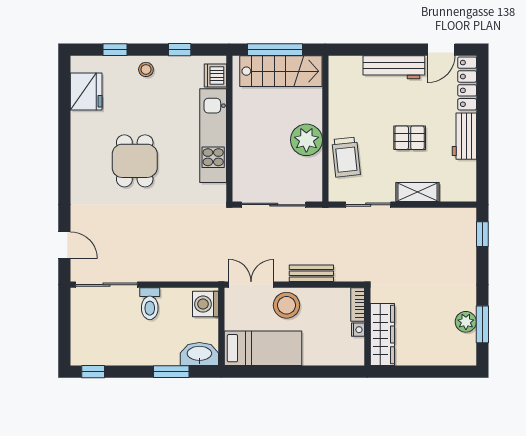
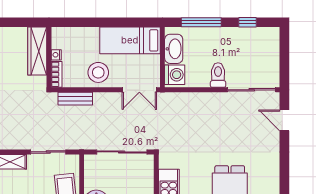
bench: (311, 273) -> (75, 99), moved
stool: (287, 305) -> (98, 72), moved
washbasin: (199, 354) -> (174, 49), moved, turned -90
window: (93, 372) -> (247, 22), moved
window: (171, 372) -> (201, 22), width x1.44

